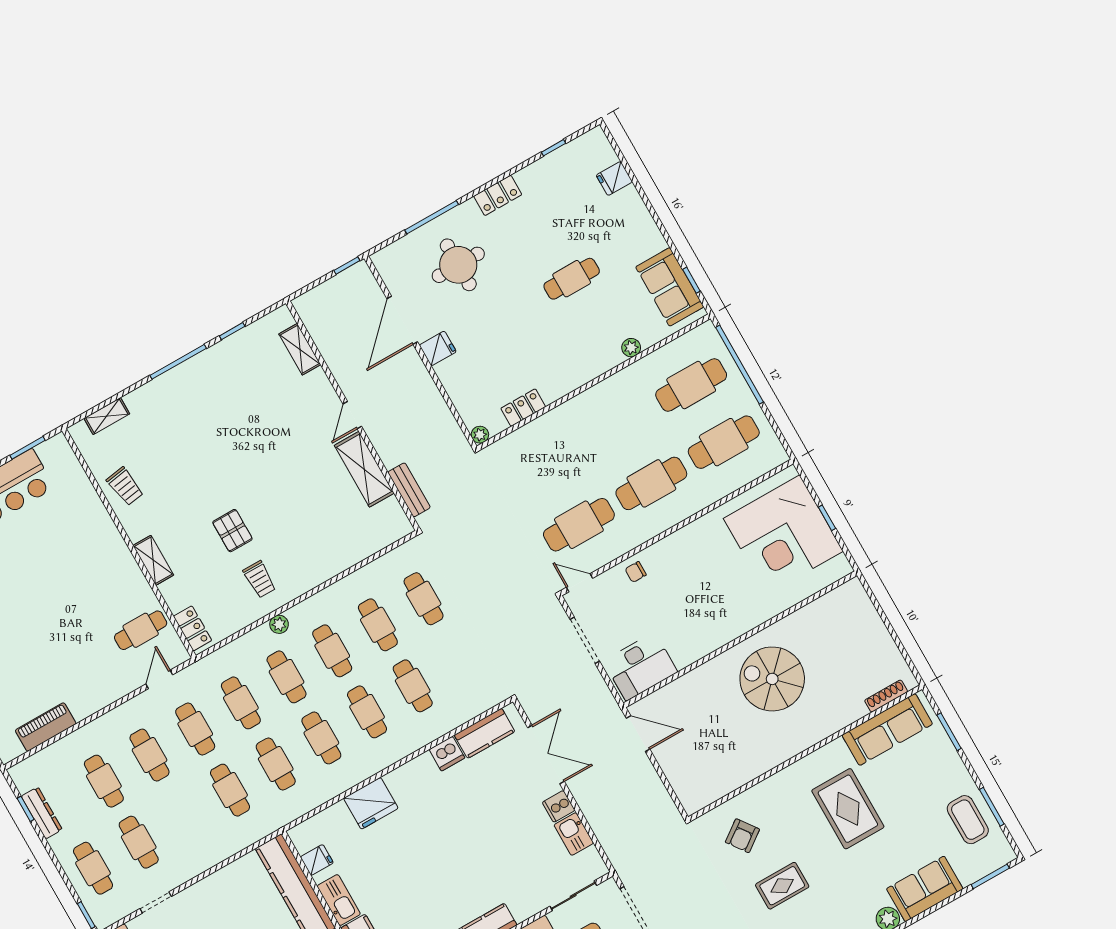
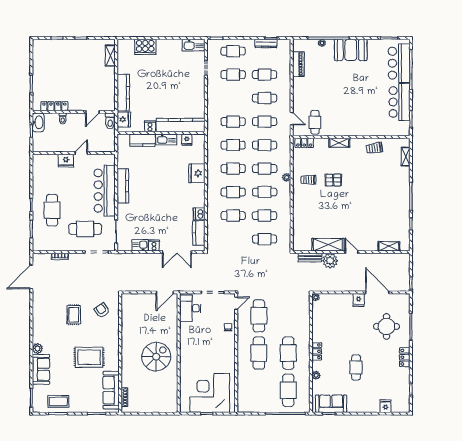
locker: (523, 408) -> (317, 351), moved
cafe table: (724, 442) -> (288, 353), moved
plant: (393, 447) -> (330, 261), added

